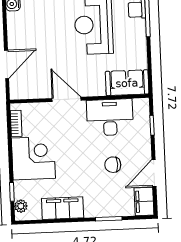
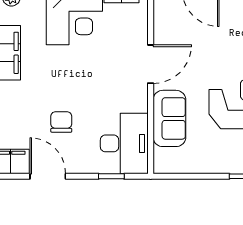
sofa: (127, 83) -> (169, 118), moved
desk: (110, 117) -> (124, 143), moved

